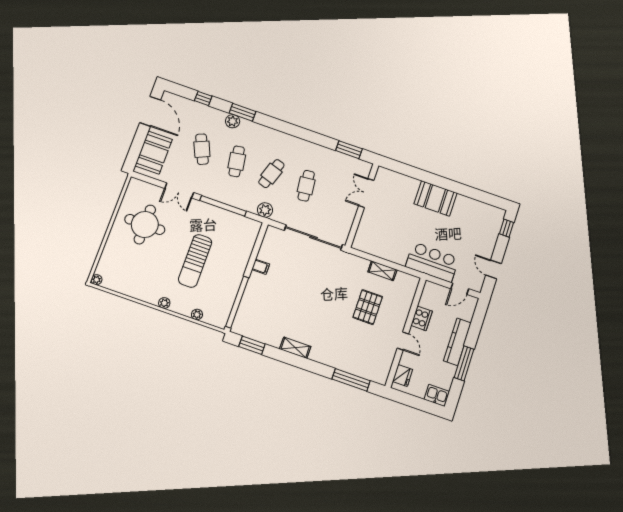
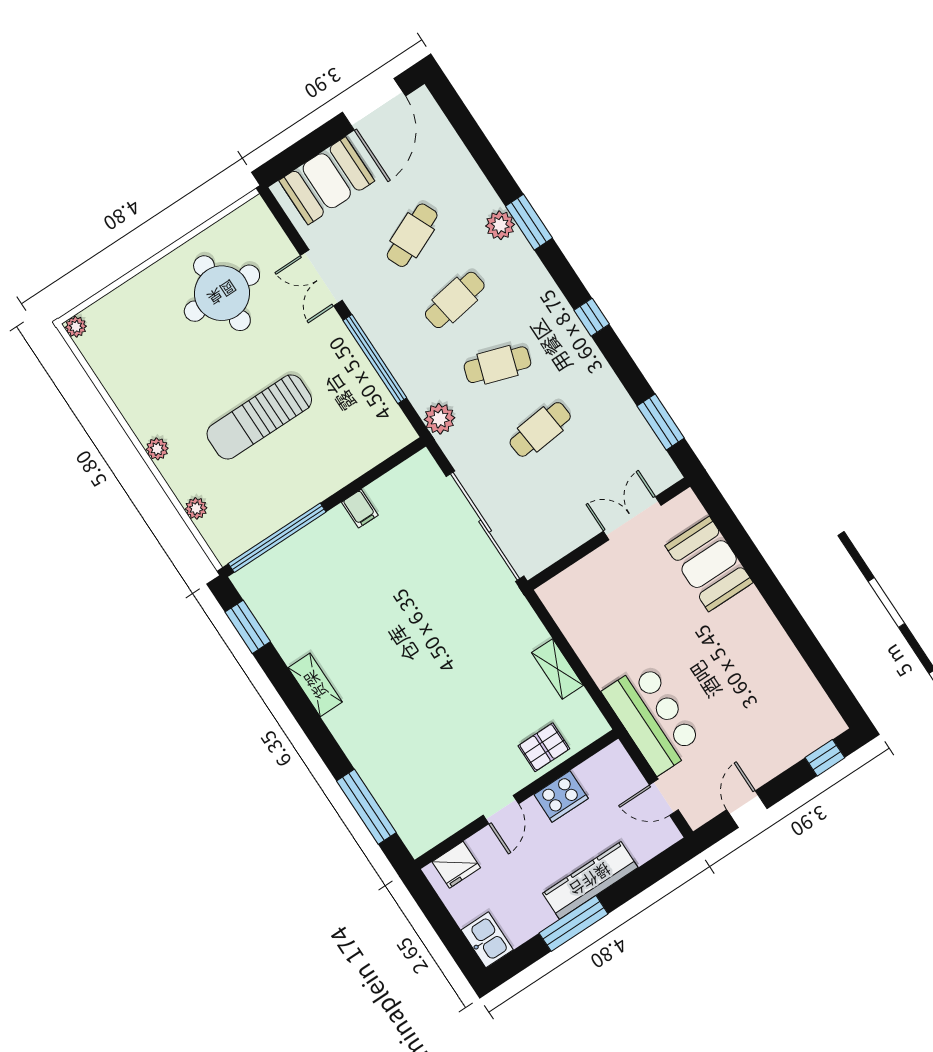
window: (203, 98) -> (592, 317), moved
booth: (435, 198) -> (709, 564), moved
pallet: (368, 307) -> (544, 747), moved, width x0.67, depth x0.71

